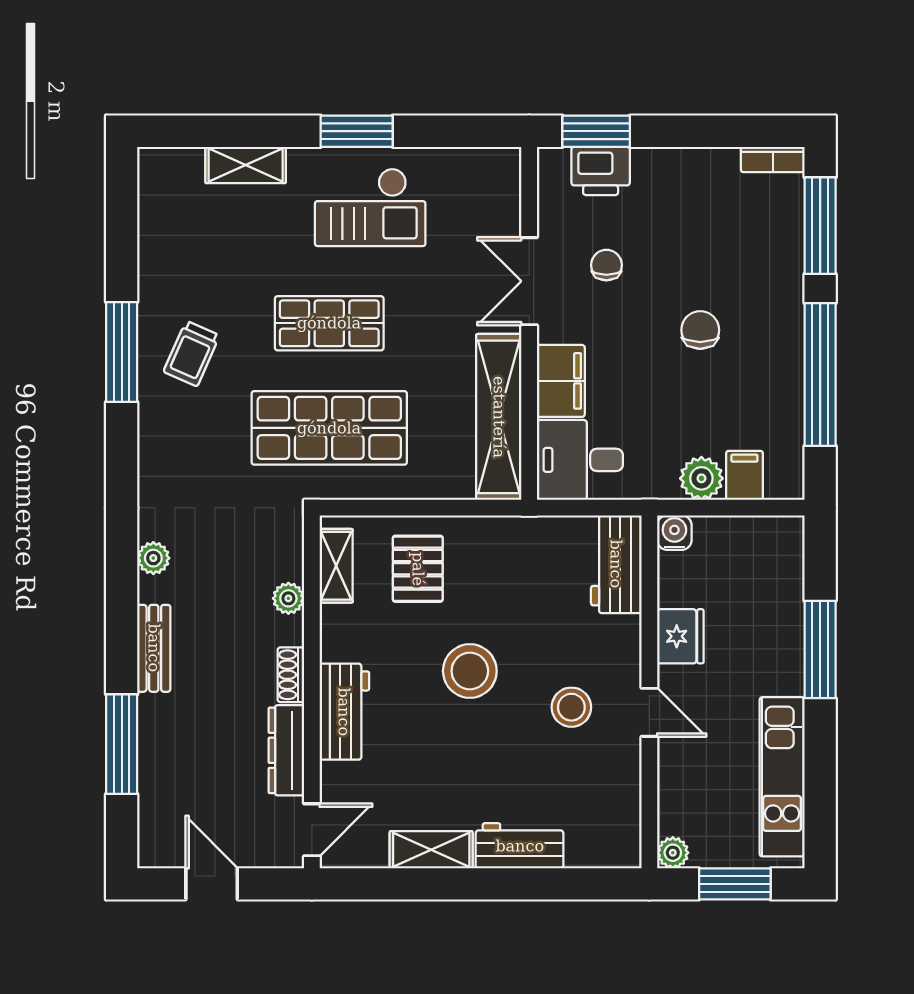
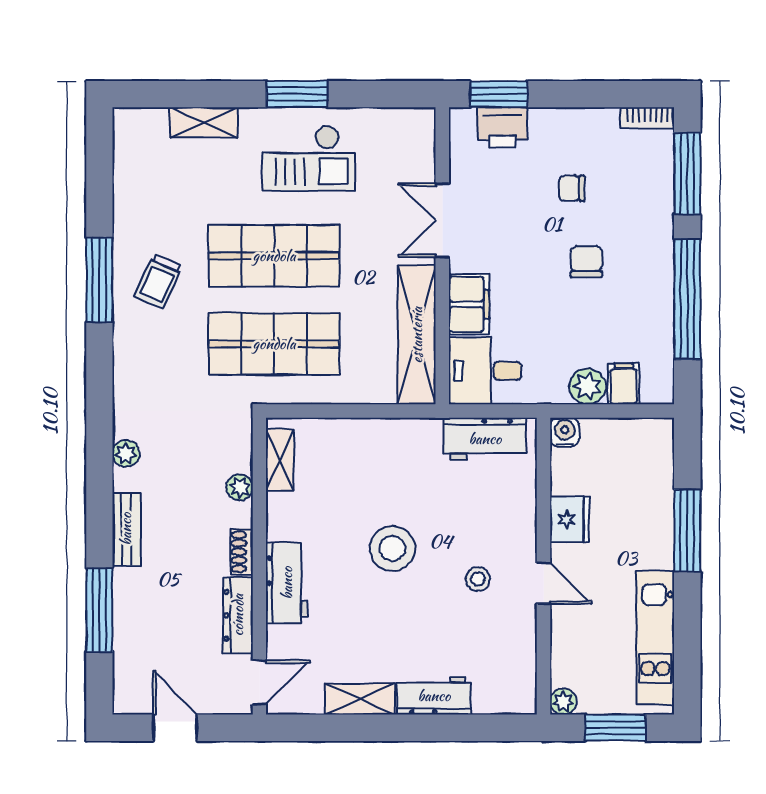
chair: (606, 265) -> (572, 188), moved, turned -90
shop shelf: (329, 323) -> (274, 256), width x1.43, depth x1.36
workbench: (616, 564) -> (485, 439), moved, turned -90
pallet: (418, 569) -> (349, 462), removed
stool: (571, 707) -> (478, 579), width x0.73, depth x0.73

